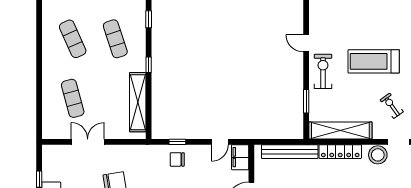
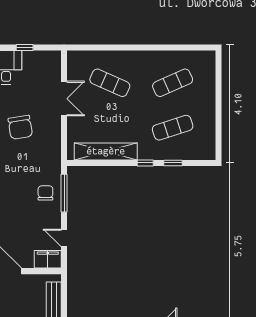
window: (149, 19) -> (173, 163), moved
exercise mat: (73, 98) -> (110, 83), turned 39
window: (177, 142) -> (64, 193), width x2.17

